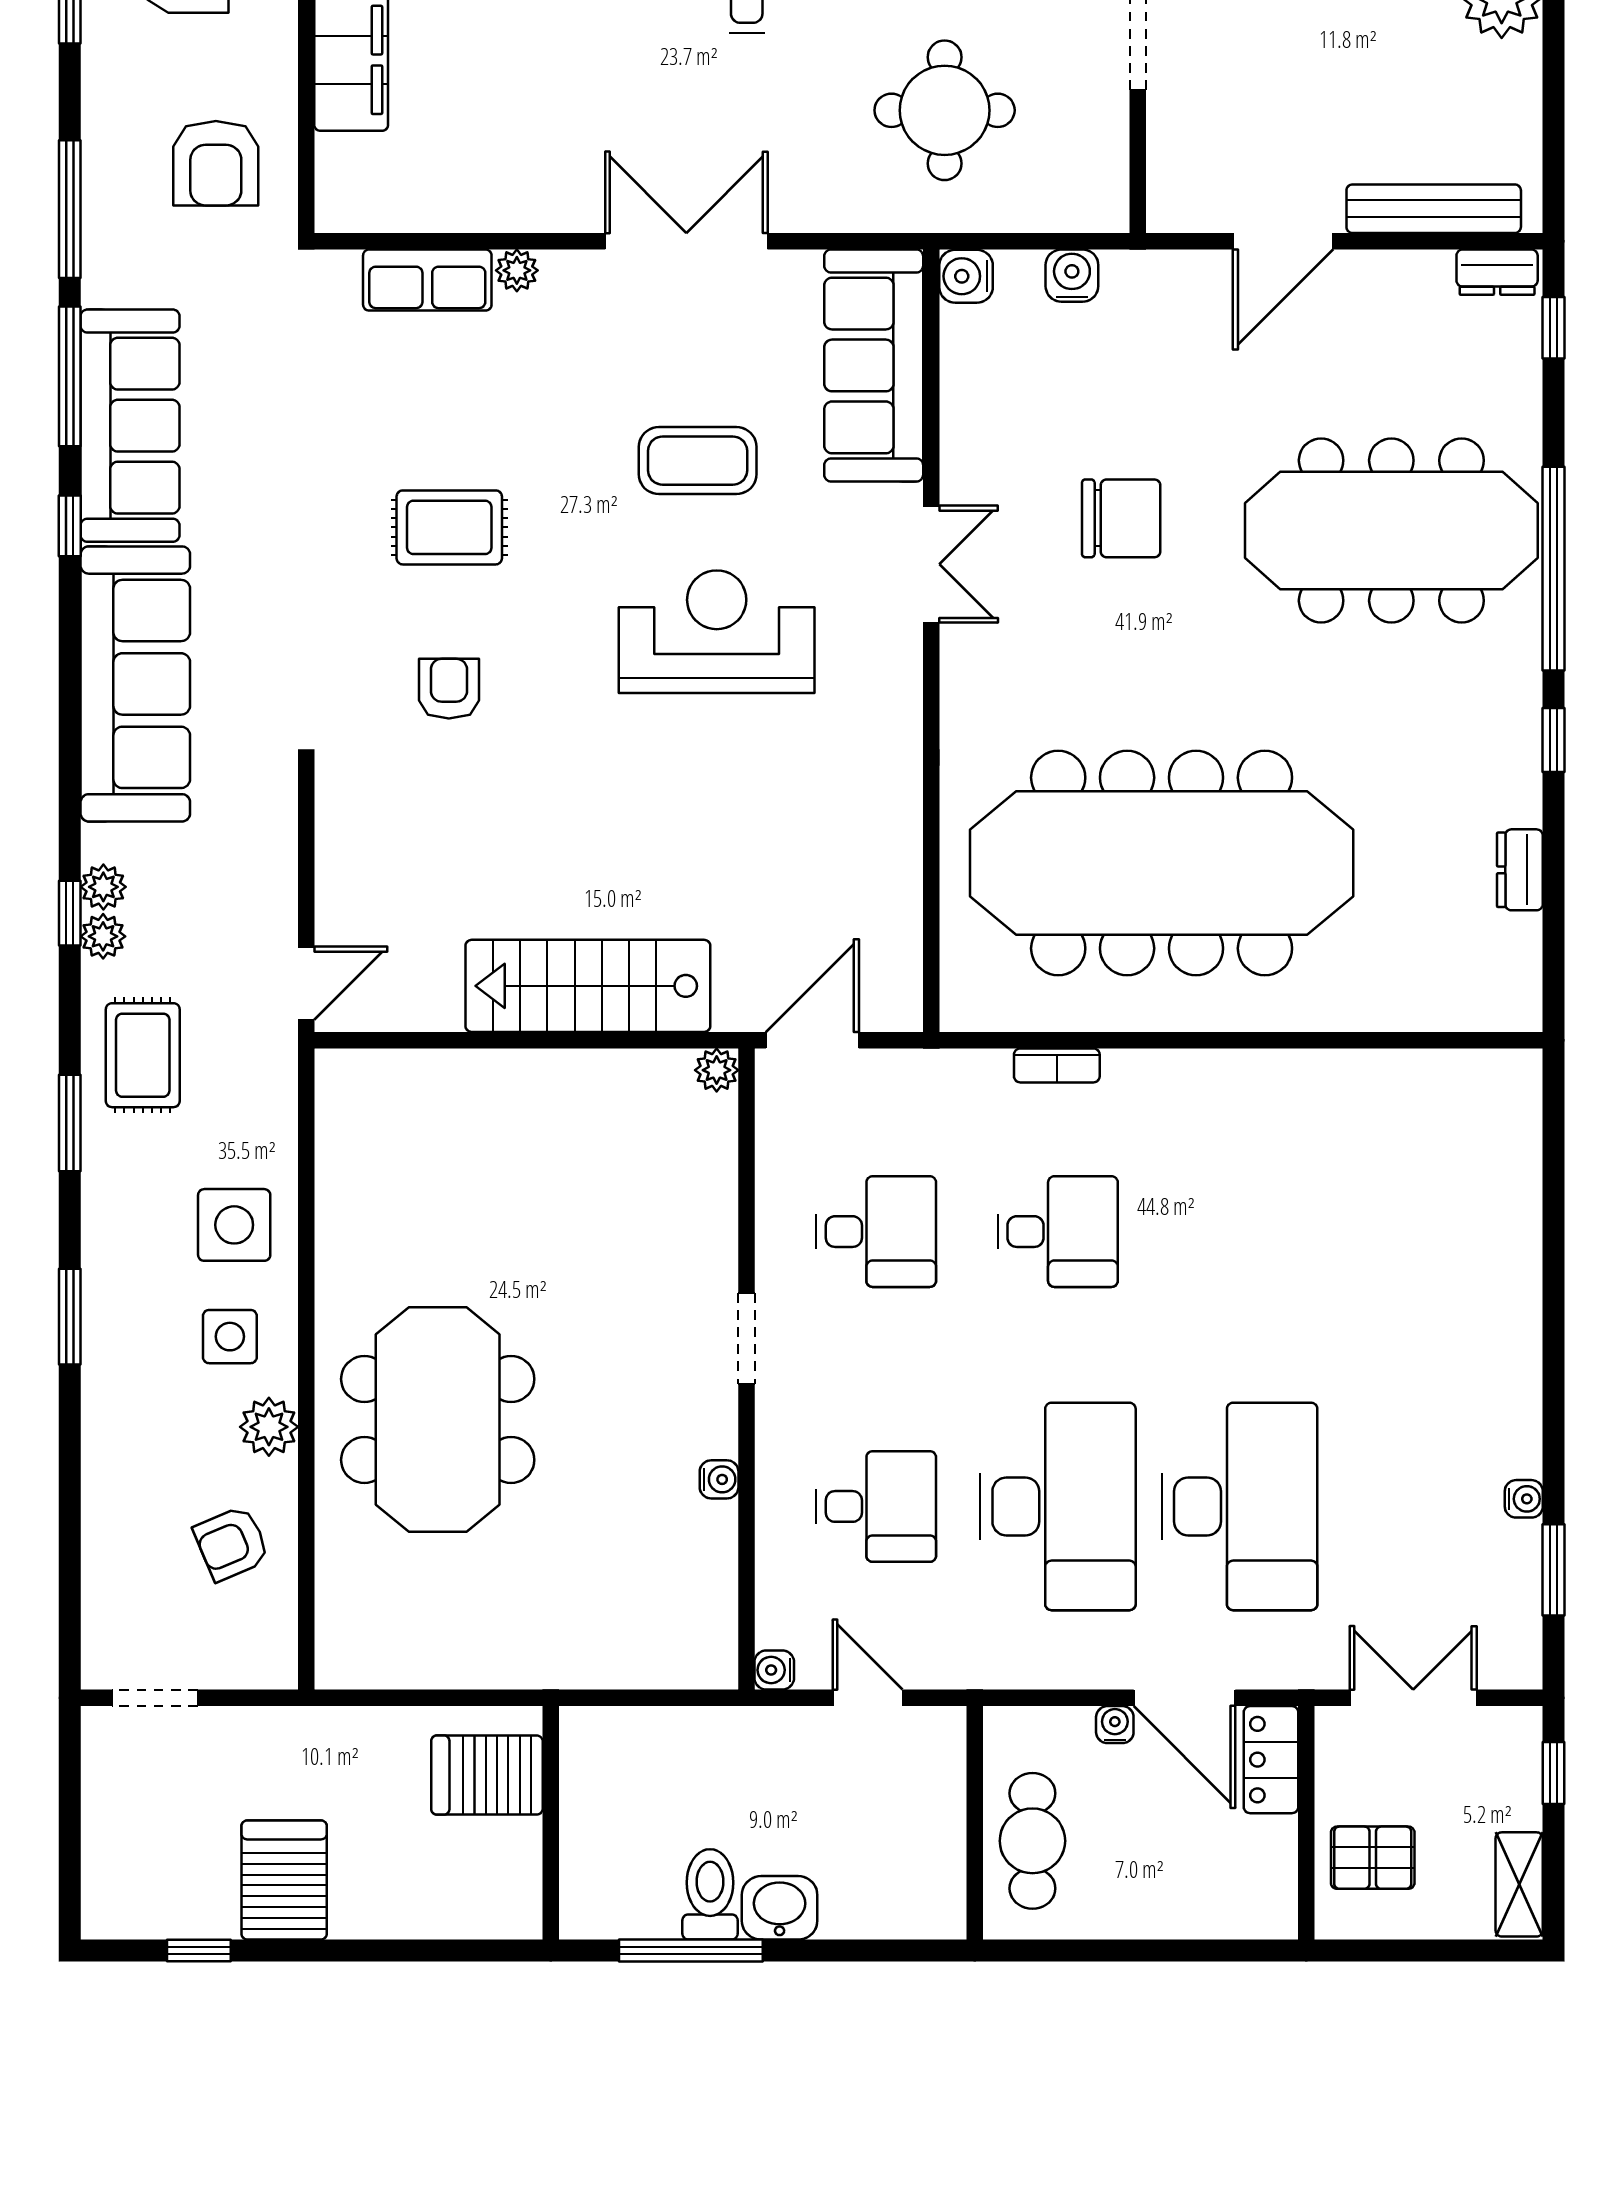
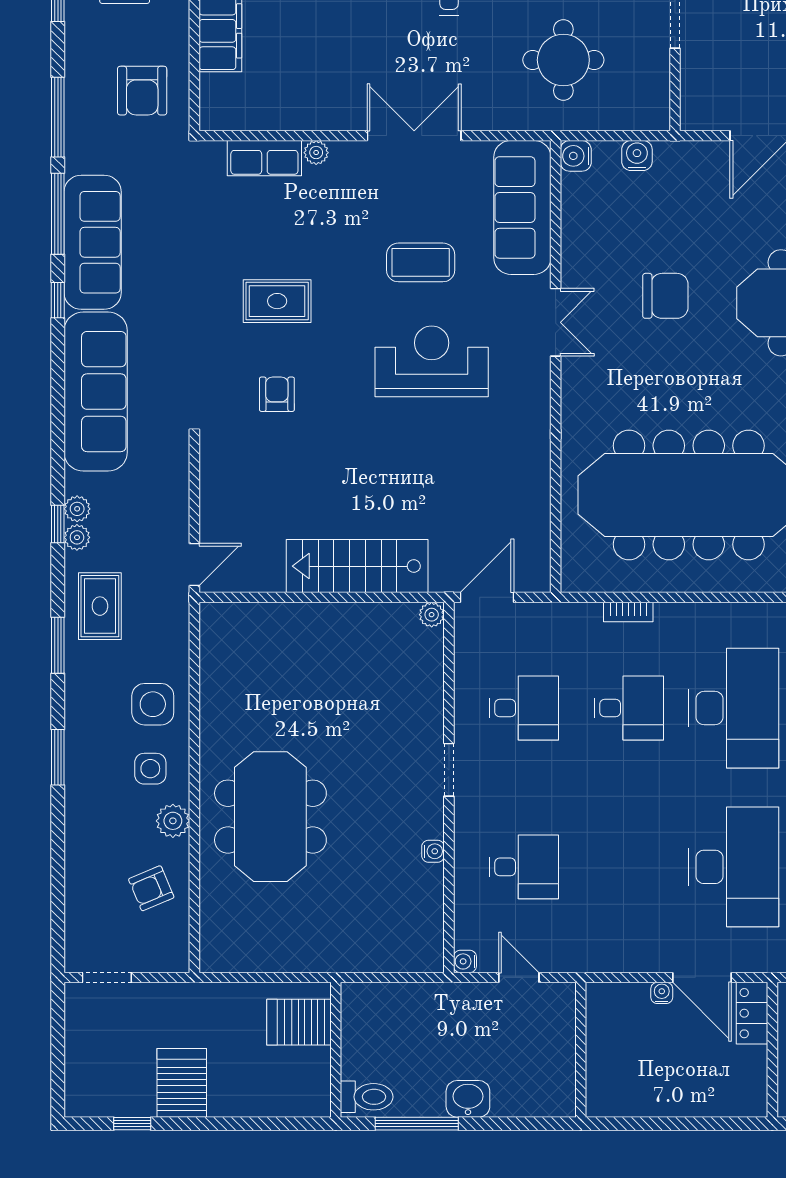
desk: (1058, 1506) -> (734, 708), moved
cafe table: (1032, 1841) -> (614, 1060), removed
toilet: (710, 1894) -> (367, 1097), moved, turned 90

